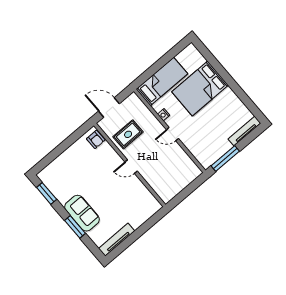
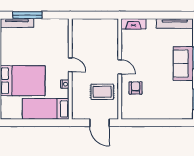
armchair: (96, 139) -> (136, 88), moved
window: (225, 159) -> (27, 15), moved
fireplace: (150, 211) -> (133, 24), added

